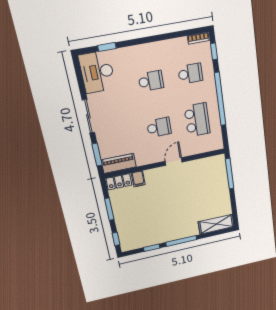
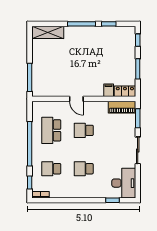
door: (174, 162) -> (76, 99), hinge flipped

